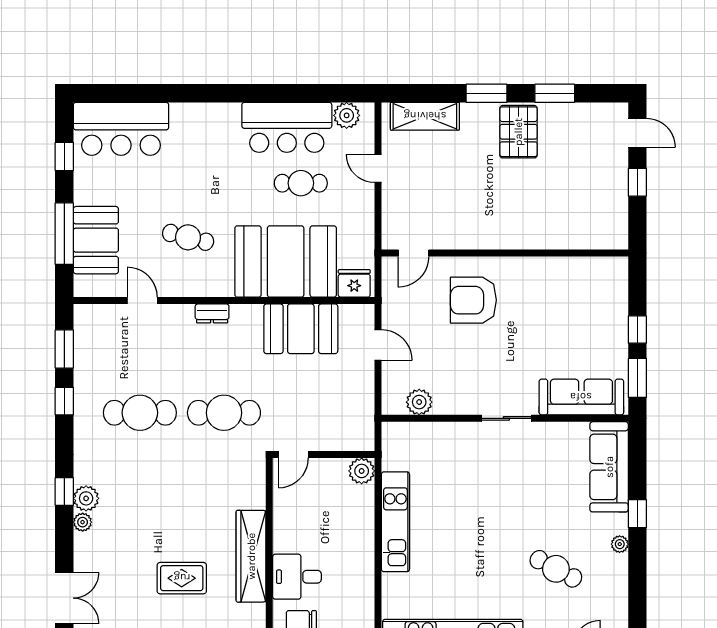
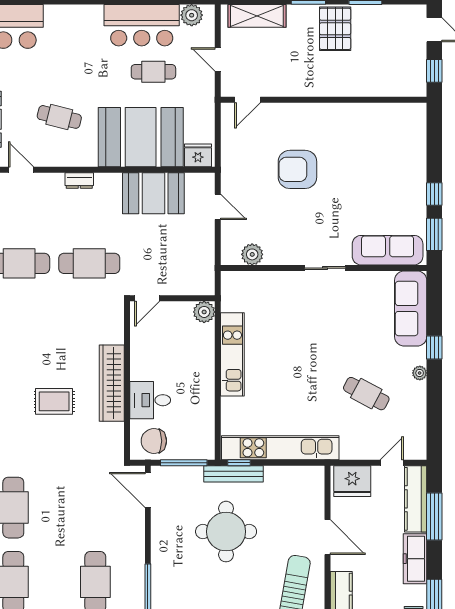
door: (414, 253) -> (247, 100), moved
wall: (505, 253) -> (324, 100), moved

